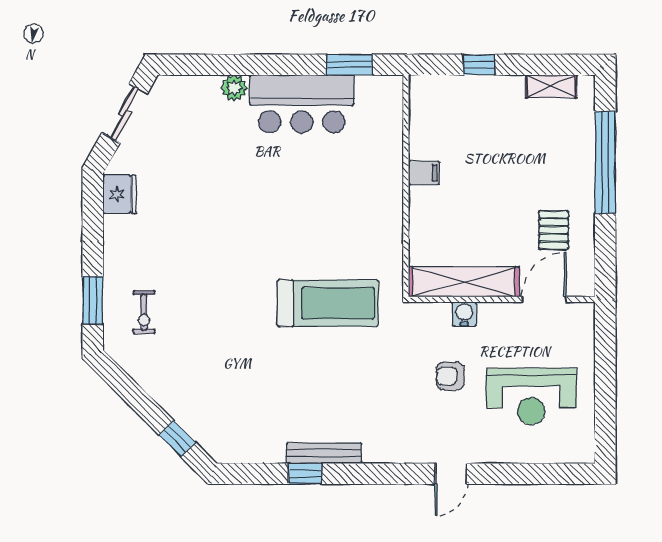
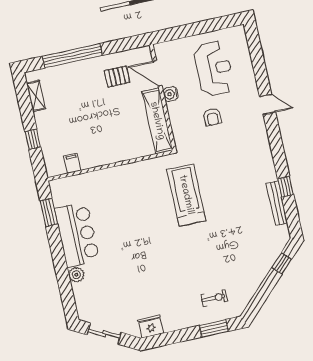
filing cabinet: (424, 173) -> (72, 163), moved
water cooler: (464, 314) -> (171, 94), moved
bench: (324, 453) -> (277, 203), moved

